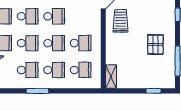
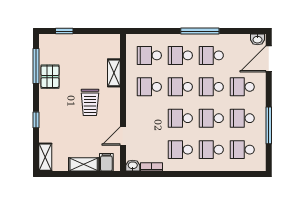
trolley: (120, 21) -> (90, 102), moved
pallet: (155, 45) -> (50, 77), moved
shelving: (111, 77) -> (114, 73), moved
window: (37, 91) -> (200, 31), width x1.44

